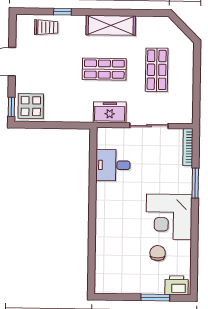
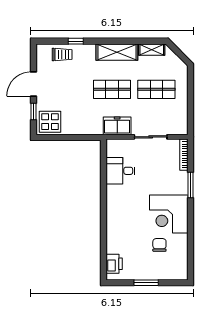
shelving: (152, 23) -> (152, 50), added
shop shelf: (157, 70) -> (156, 89), turned 90
window: (11, 107) -> (33, 111), moved
printer: (177, 285) -> (114, 264), moved, turned 90
window: (155, 298) -> (146, 283), moved

